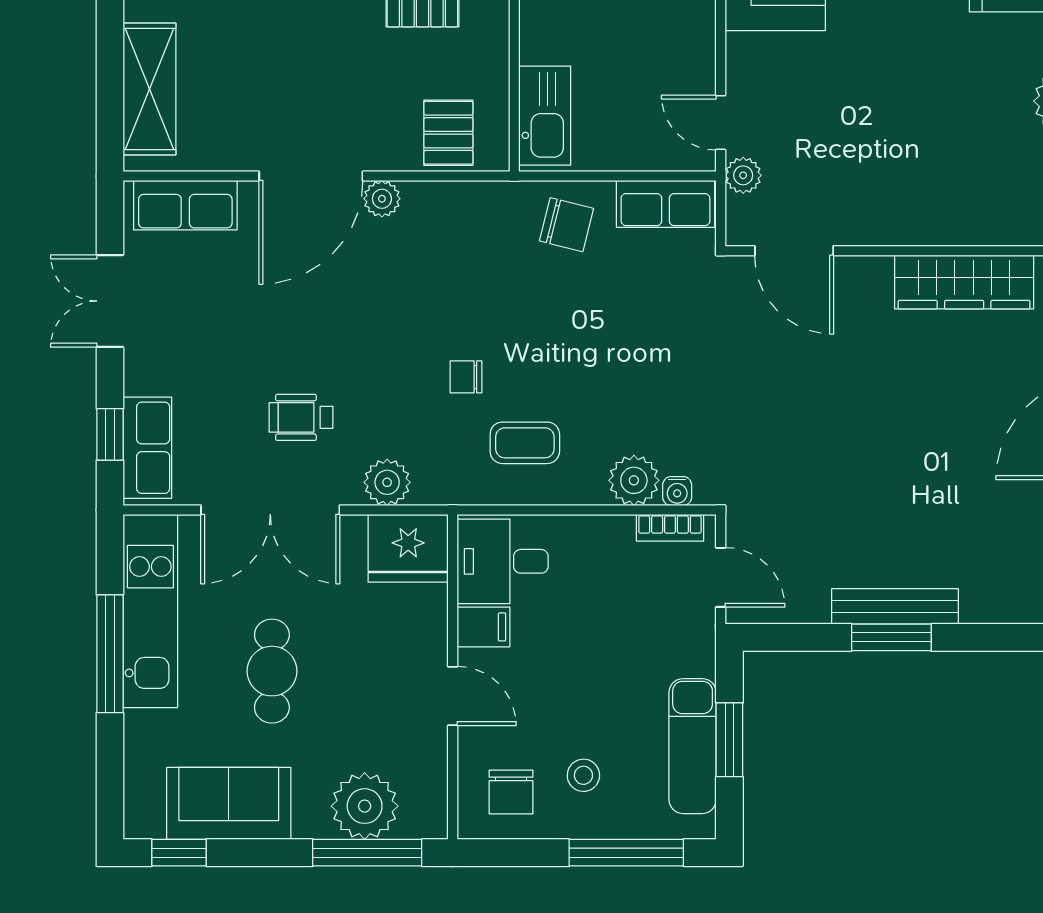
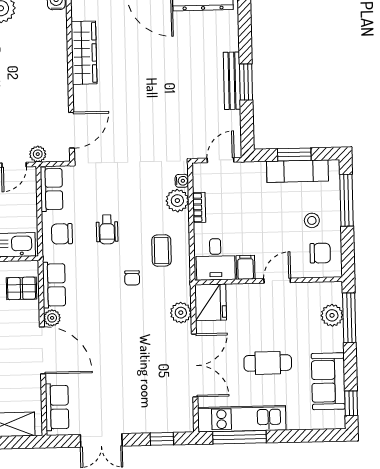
chair: (566, 225) -> (62, 234), turned -104
wheelchair: (301, 417) -> (107, 229), moved
row of seats: (147, 448) -> (54, 285), moved, turned 90
bookcase: (670, 528) -> (199, 207), moved
window: (110, 654) -> (239, 437), moved
plant: (365, 806) -> (332, 315), width x0.73, depth x0.73

